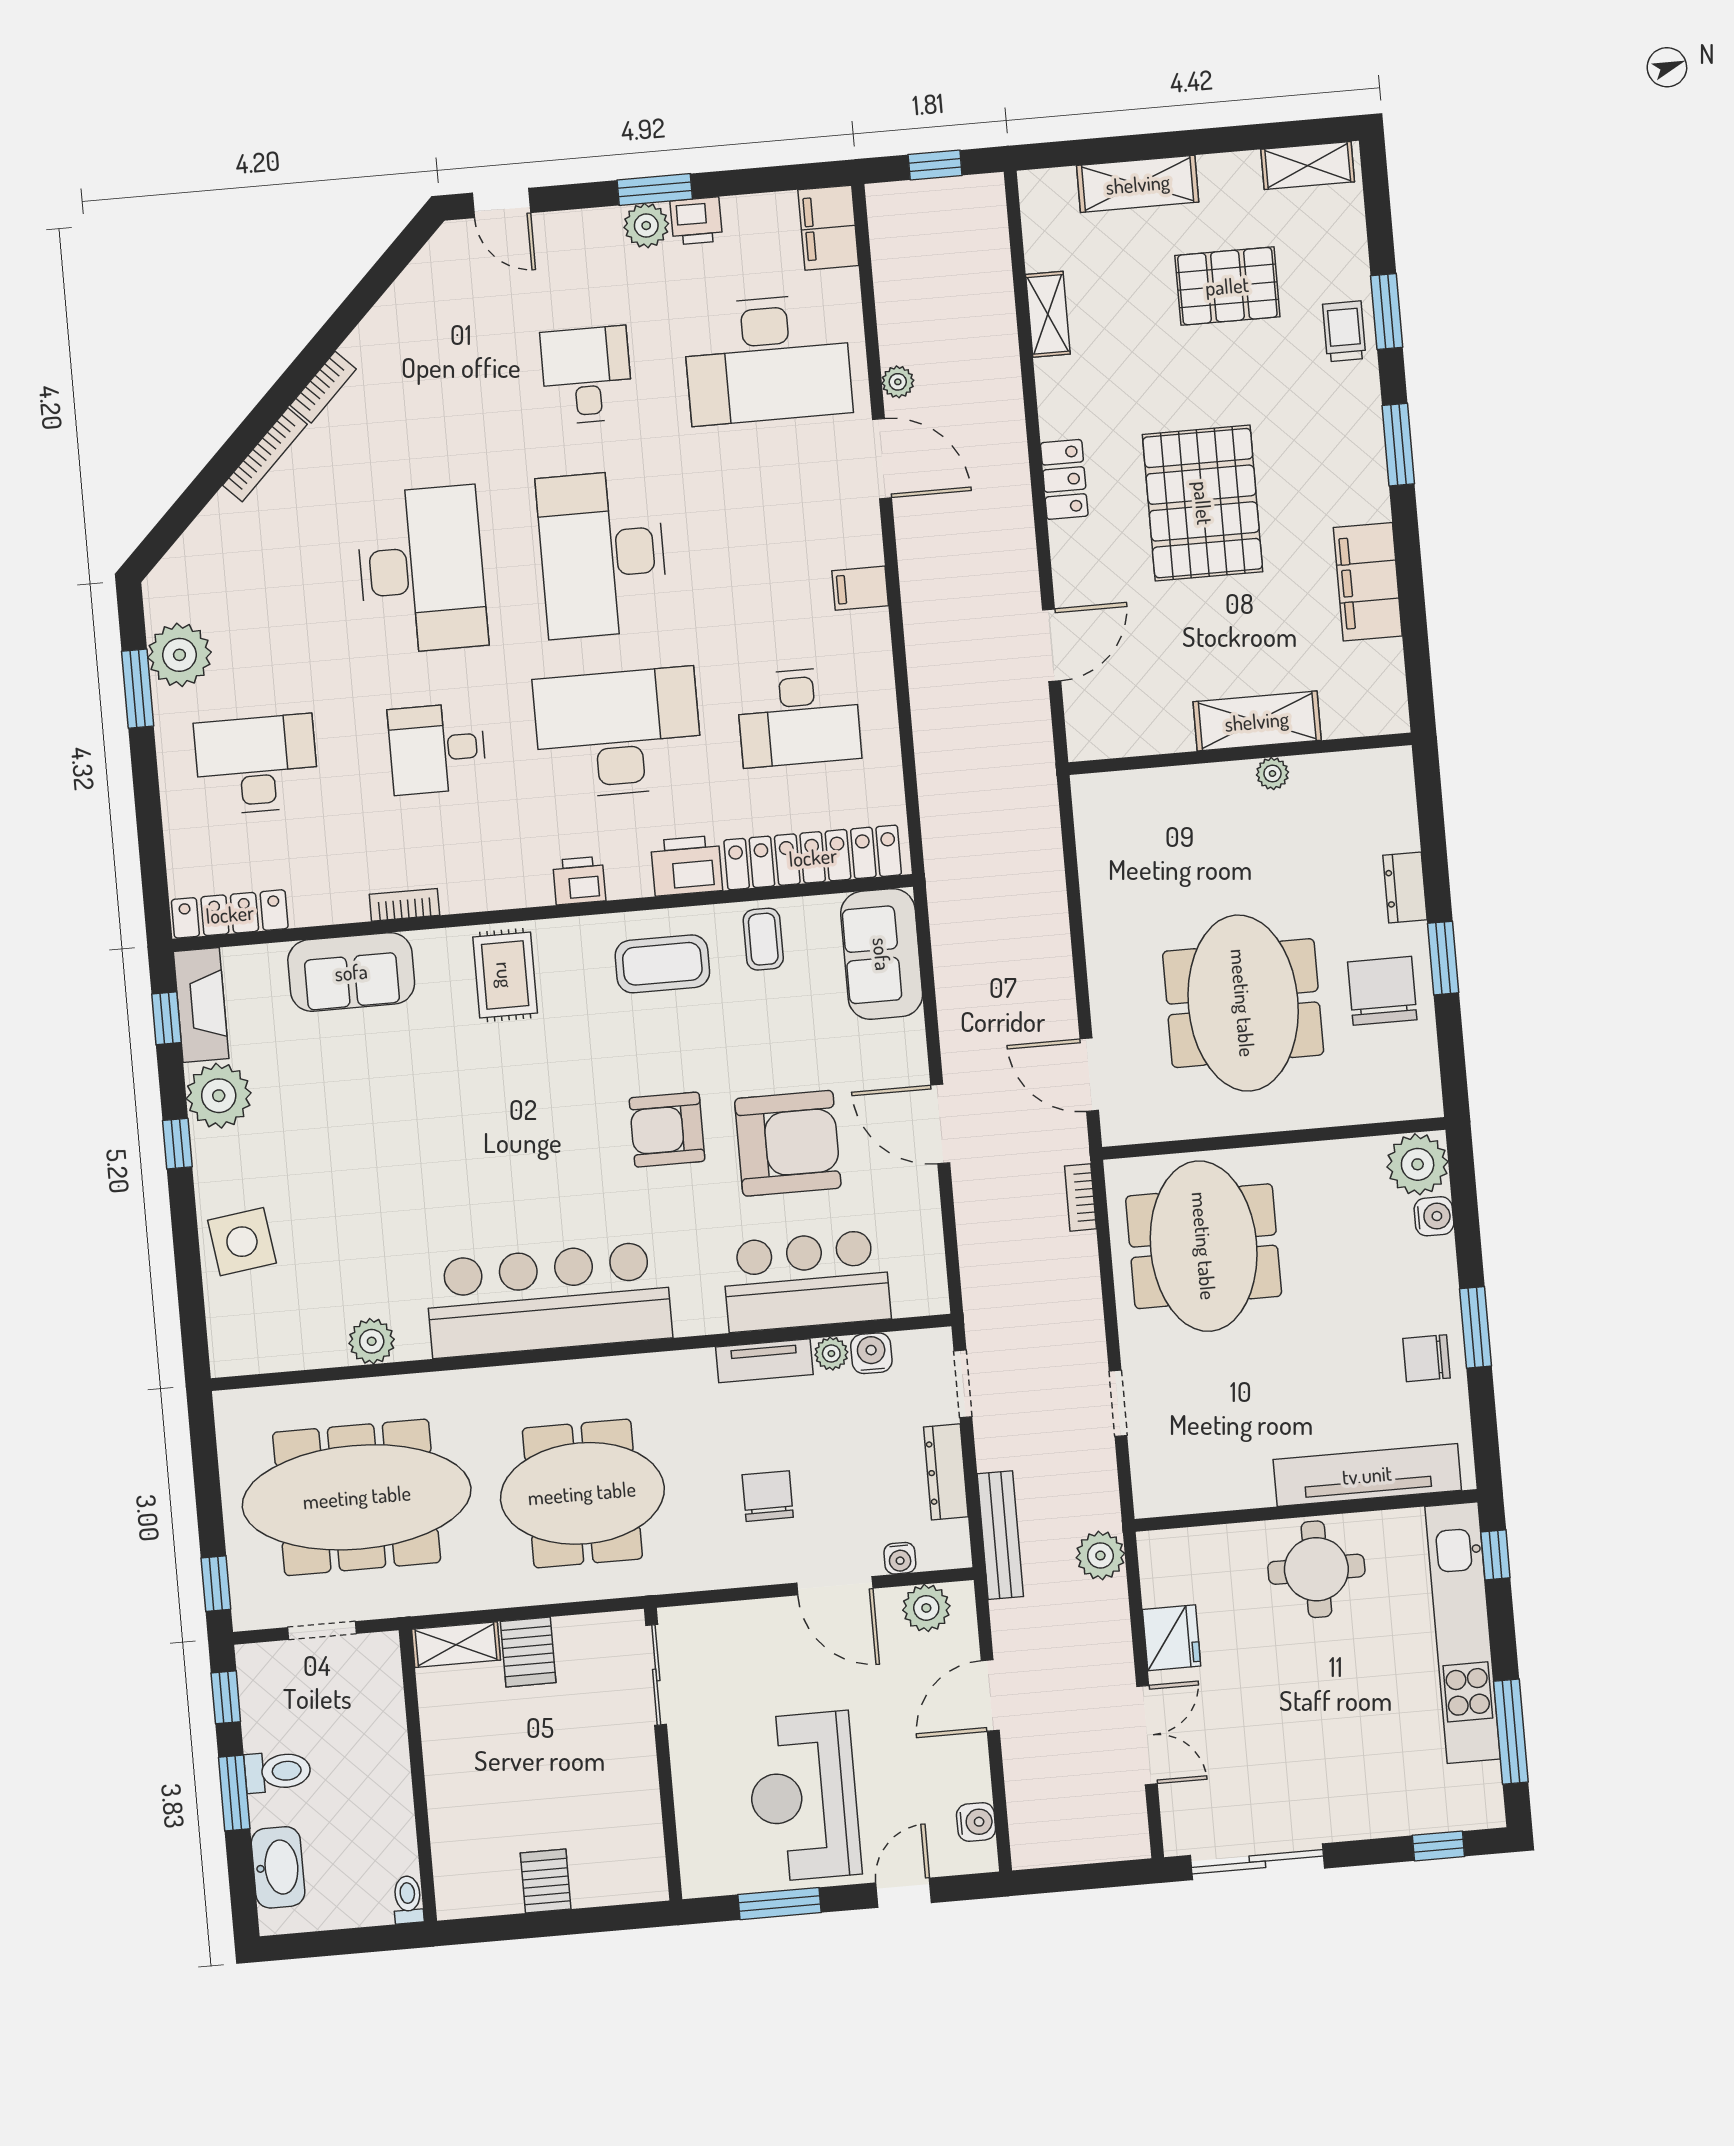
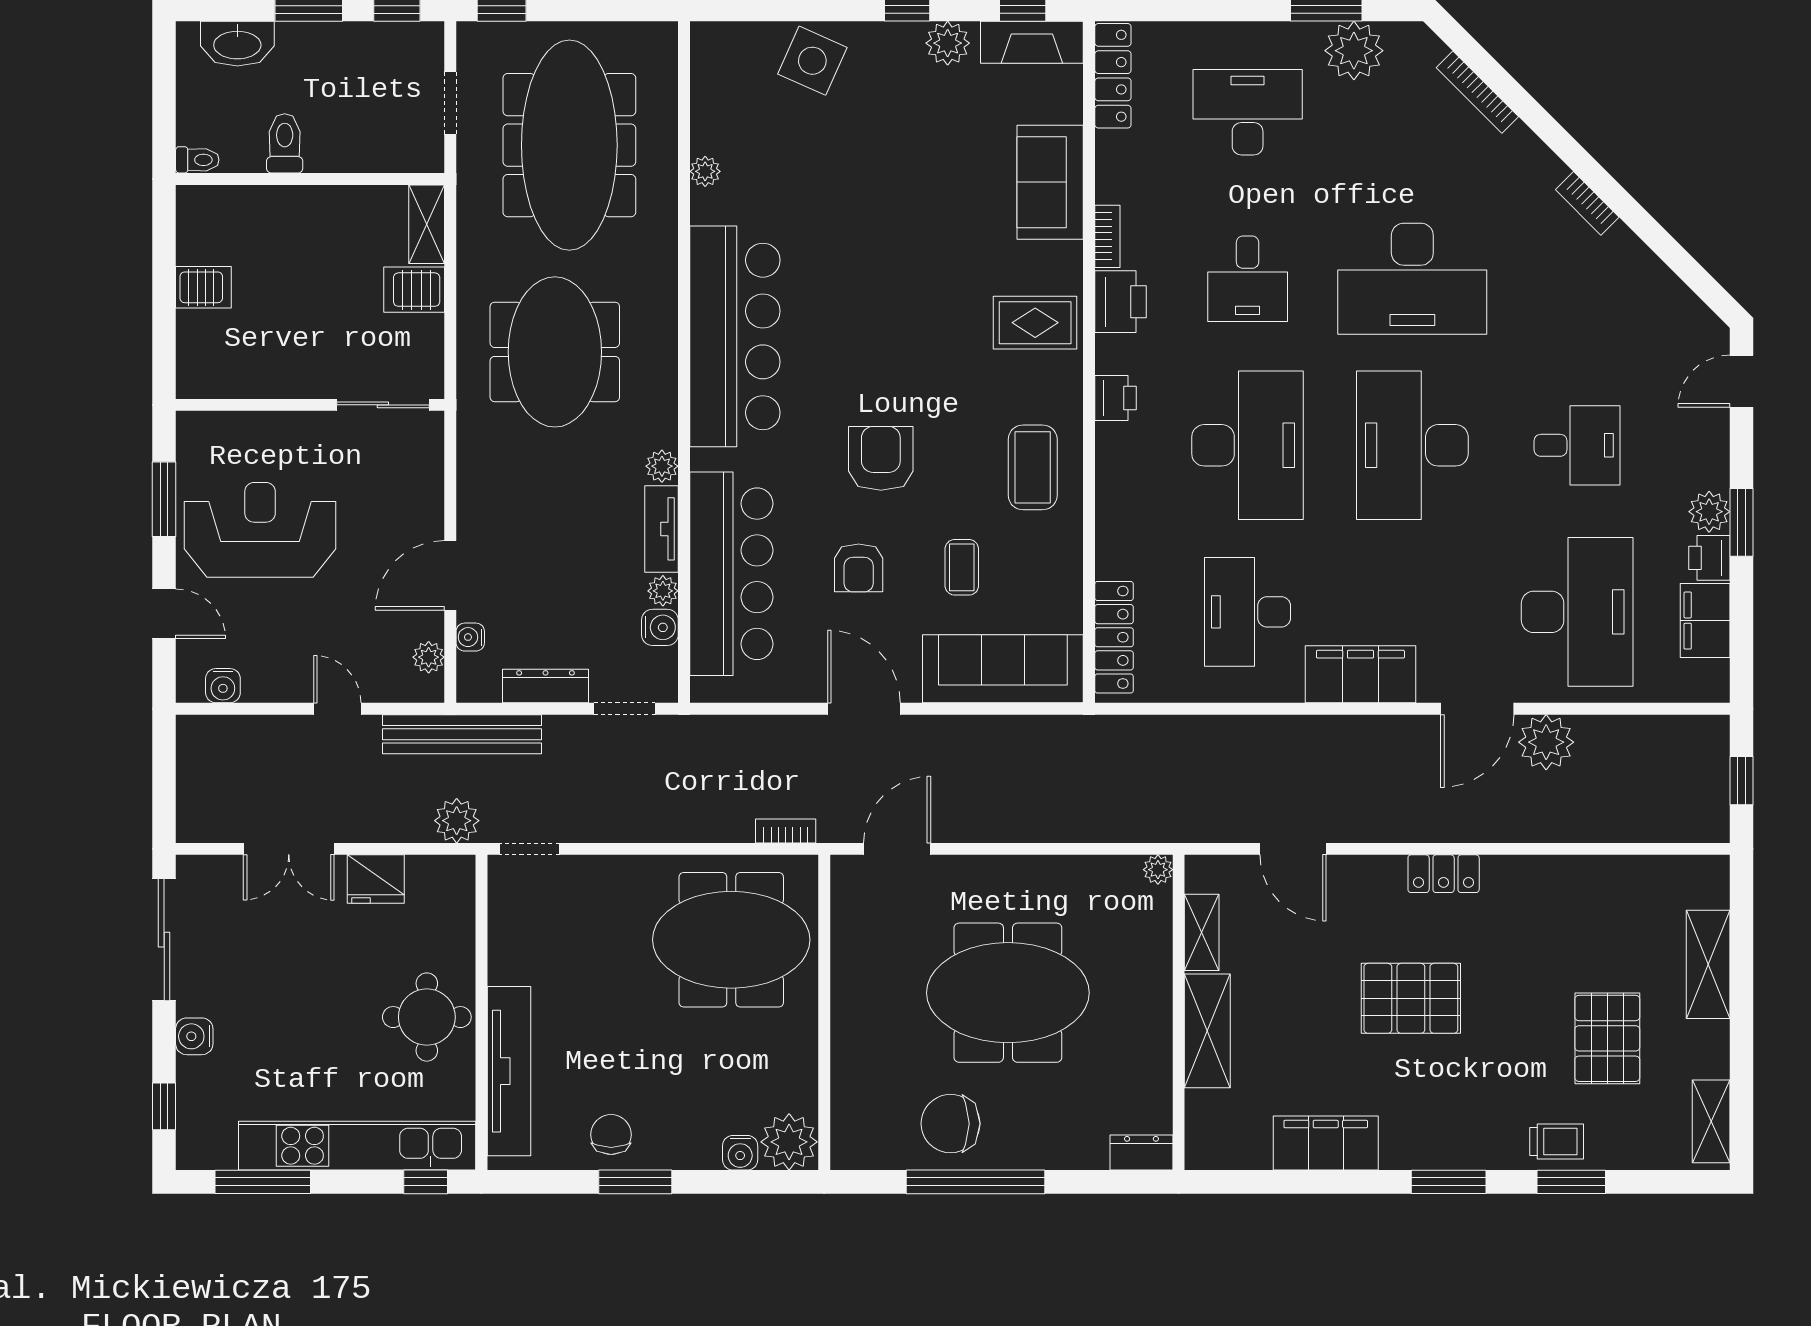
filing cabinet: (828, 228) -> (1705, 621), moved, turned -90
shelving: (1048, 314) -> (1202, 932), moved, turned 90
desk: (767, 359) -> (1577, 612), turned 180
plant: (898, 382) -> (1546, 742), width x1.87, depth x1.87
bookcase: (265, 455) -> (1477, 92), moved
pallet: (1203, 503) -> (1411, 998), width x0.73, depth x0.71
desk: (602, 554) -> (1412, 445), turned -90
filing cabinet: (860, 588) -> (1360, 674), width x3.00, depth x1.17
desk: (437, 749) -> (1248, 279), turned 180
desk: (256, 764) -> (1248, 112), turned -90
plant: (1272, 774) -> (1158, 870), moved
locker: (813, 857) -> (1114, 637), width x0.71, depth x0.83
printer: (687, 866) -> (1121, 302), moved
dresser: (1405, 888) -> (1141, 1153), moved
coffee table: (763, 939) -> (962, 567), moved, turned 90
sofa: (882, 954) -> (1003, 669), width x1.36
window: (1443, 958) -> (976, 1182), width x2.11
chair: (1382, 991) -> (951, 1124), turned 180
meeting table: (1243, 1003) -> (1008, 993), moved
plant: (219, 1096) -> (948, 43), width x0.73, depth x0.73
door: (940, 1124) -> (864, 709), hinge flipped
armchair: (788, 1143) -> (859, 568), width x0.53, depth x0.53
side table: (242, 1242) -> (812, 61), turned 32
bar counter: (806, 1281) -> (731, 574), width x1.36
plant: (372, 1341) -> (705, 171), width x0.73, depth x0.73
plant: (696, 1366) -> (662, 466), added
doorway: (1118, 1403) -> (529, 849), moved
chair: (768, 1496) -> (538, 521), removed
bench: (1000, 1535) -> (462, 734), width x1.37, depth x1.21
plant: (926, 1608) -> (429, 657), width x0.73, depth x0.73
door: (990, 1696) -> (337, 709), width x0.73
toilet: (278, 1772) -> (285, 143), moved, turned 180
water cooler: (1359, 1820) -> (194, 1036), added

